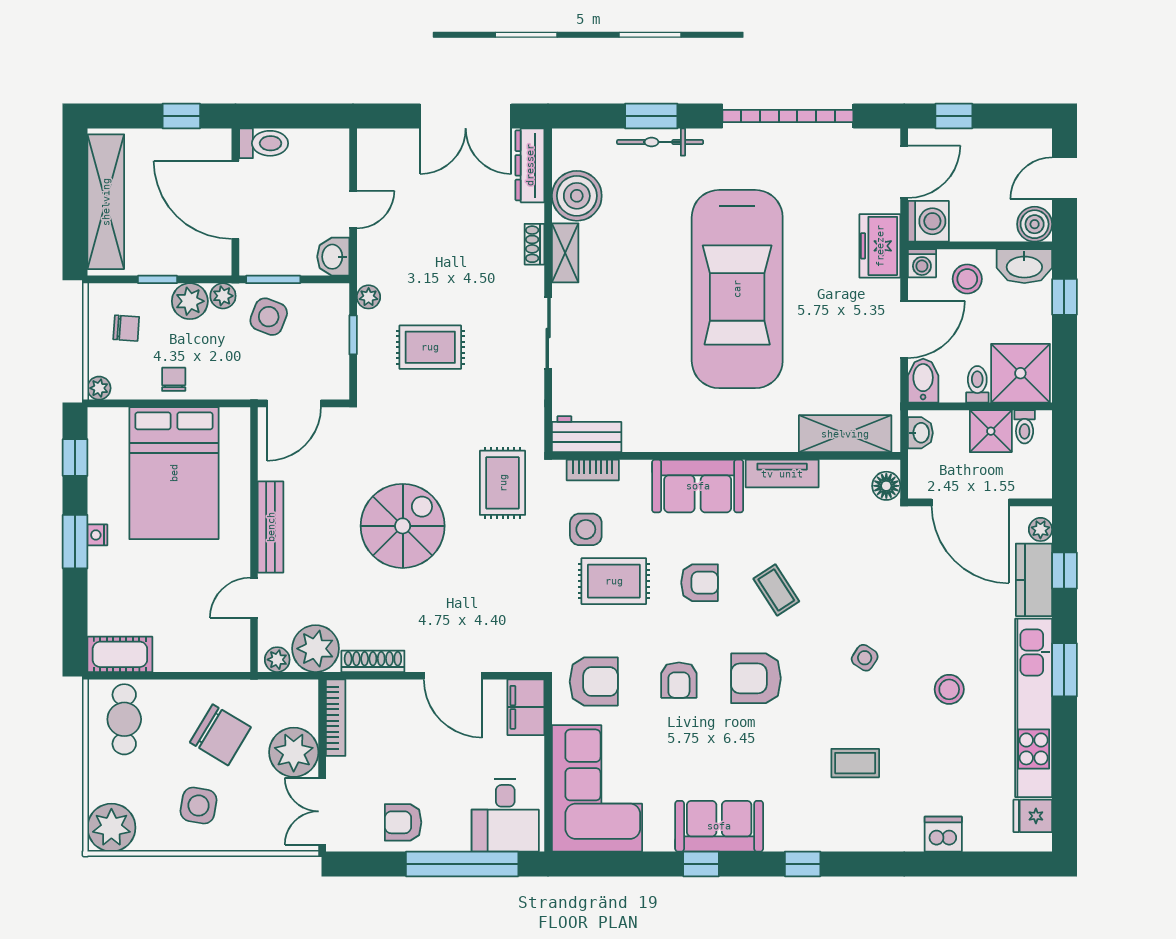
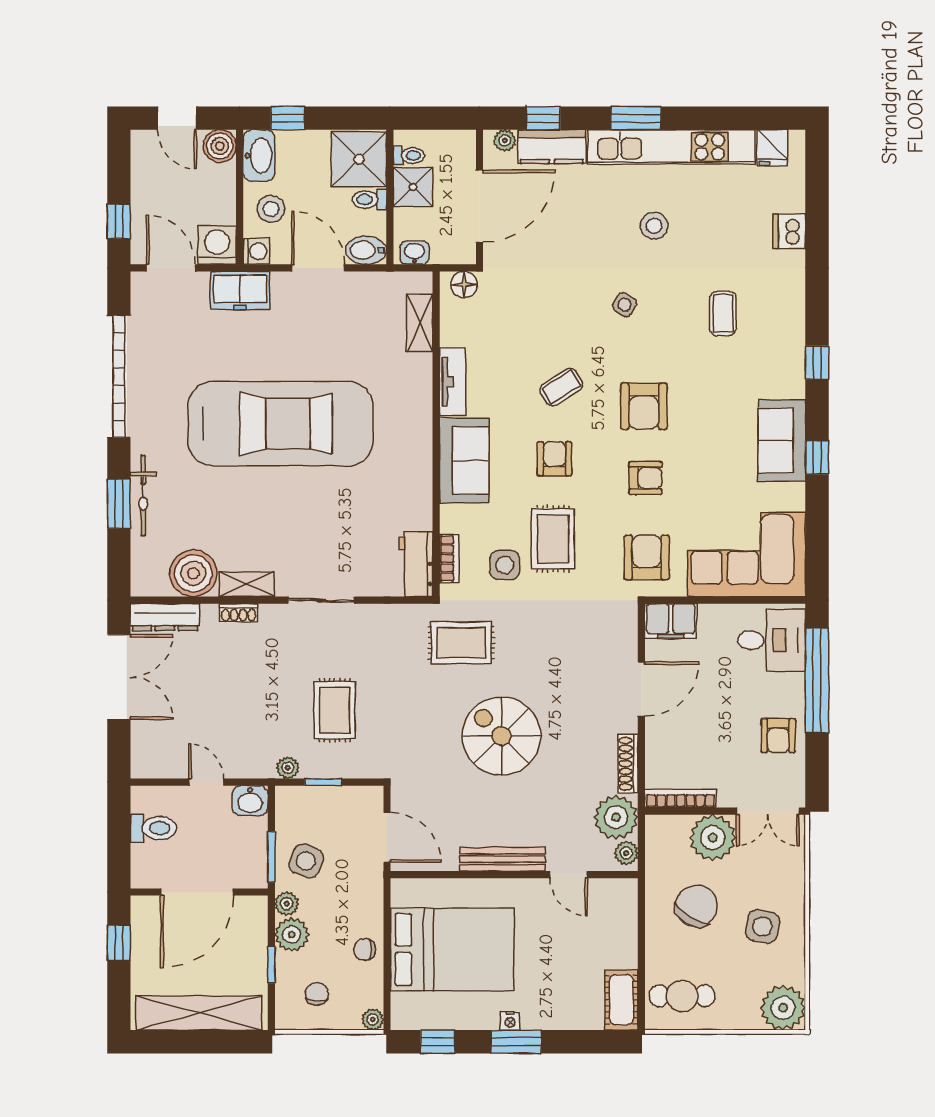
toilet: (264, 143) -> (153, 828), moved, turned 90
shelving: (845, 434) -> (420, 323), width x0.67, depth x0.75

